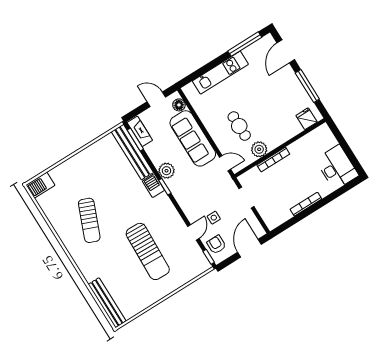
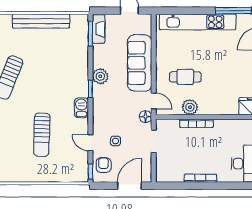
kitchen unit: (220, 73) -> (198, 22), width x1.36
floor lamp: (179, 105) -> (146, 117), moved
cafe table: (239, 126) -> (185, 77), turned 90
bench: (132, 152) -> (41, 21), moved, turned 90
barbecue: (153, 186) -> (81, 108), moved
door: (193, 232) -> (90, 143), swing flipped
sun lounger: (148, 251) -> (42, 135), width x0.73, depth x0.75

